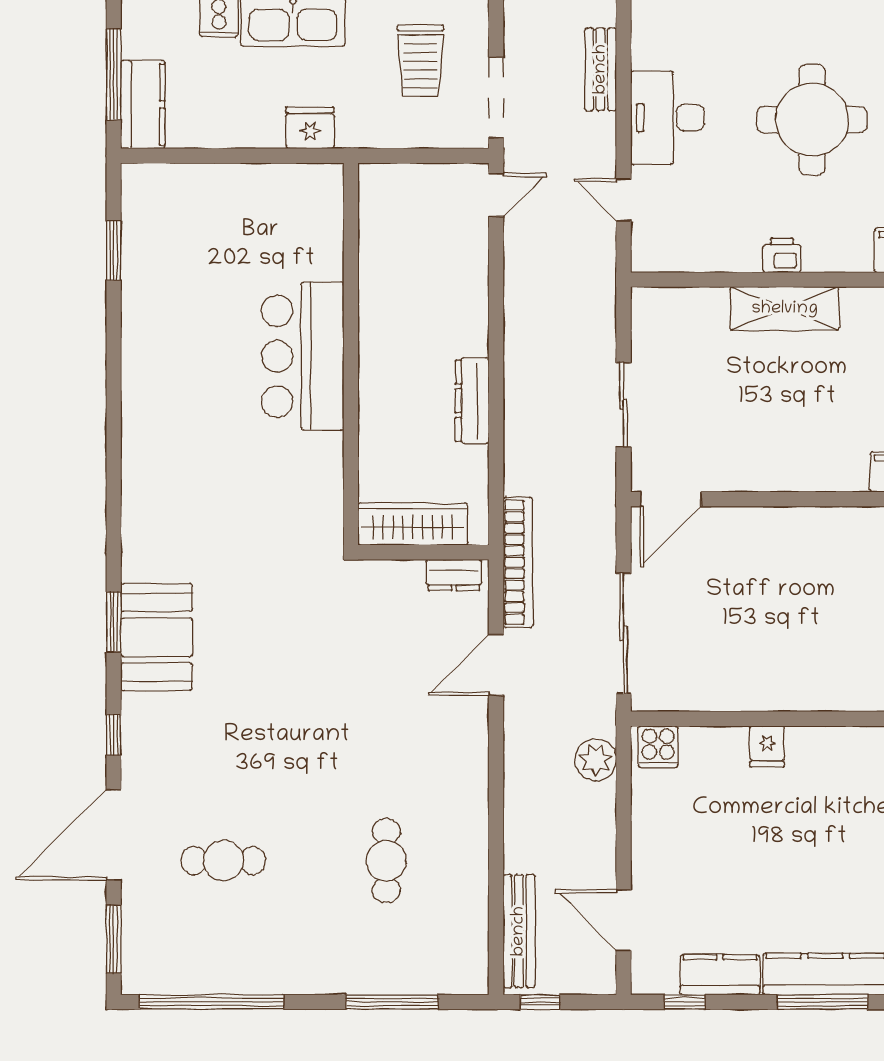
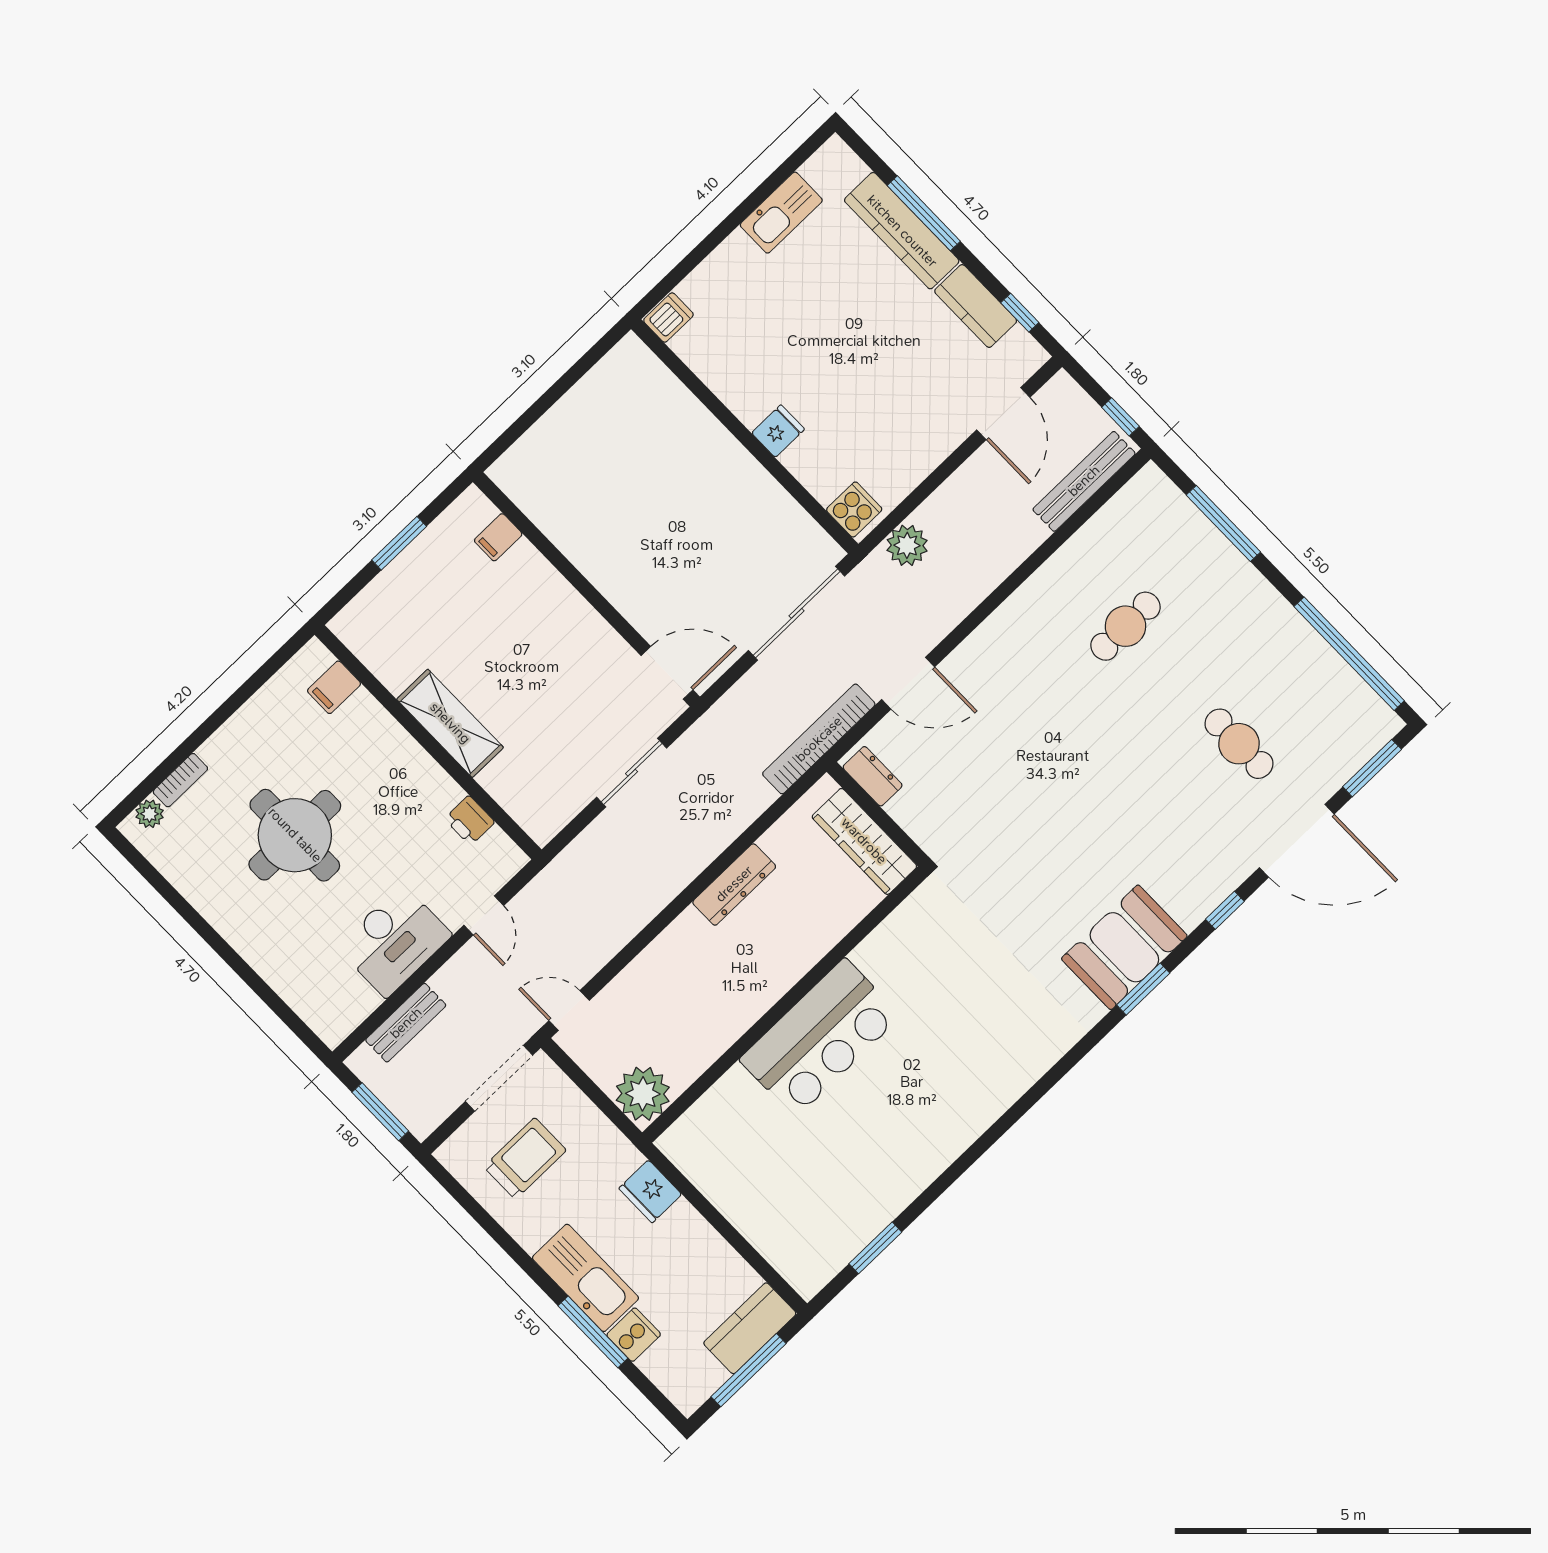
plant: (385, 190) -> (643, 1094), added
printer: (782, 255) -> (470, 821), moved

